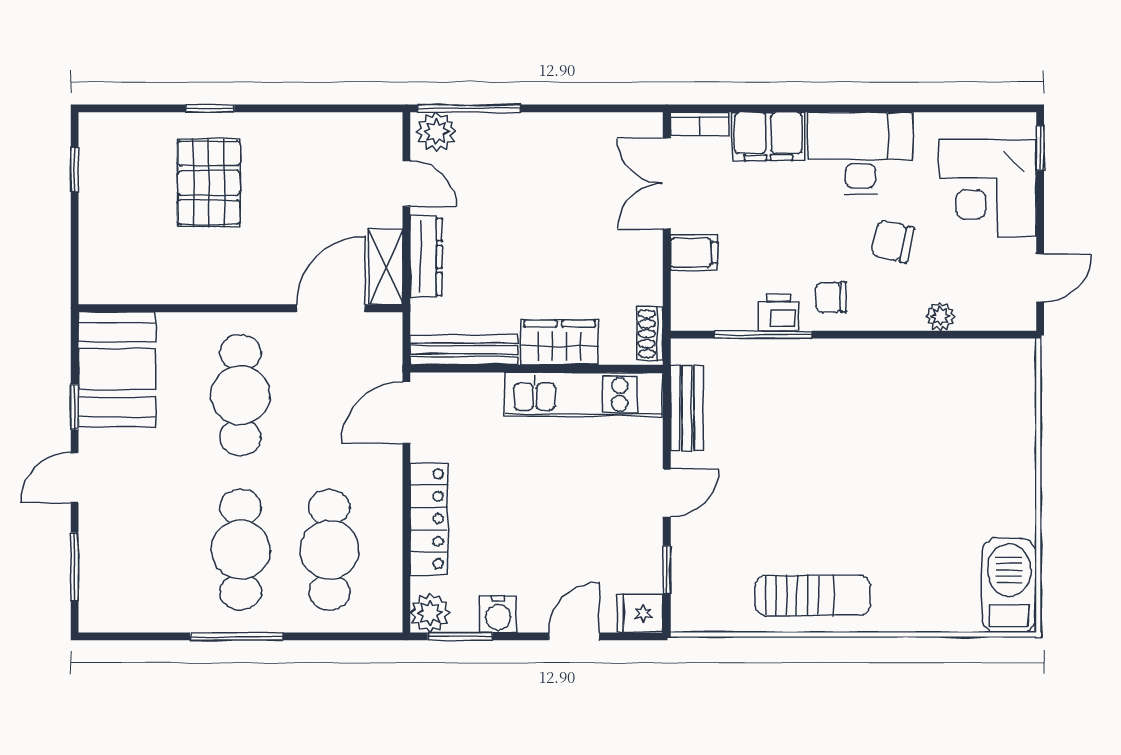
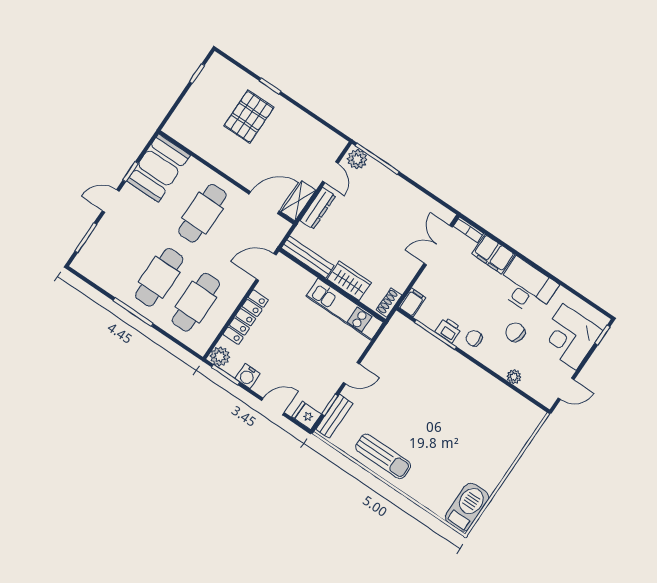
filing cabinet: (694, 253) -> (412, 302), moved, turned -90
bench: (687, 408) -> (334, 416), moved

